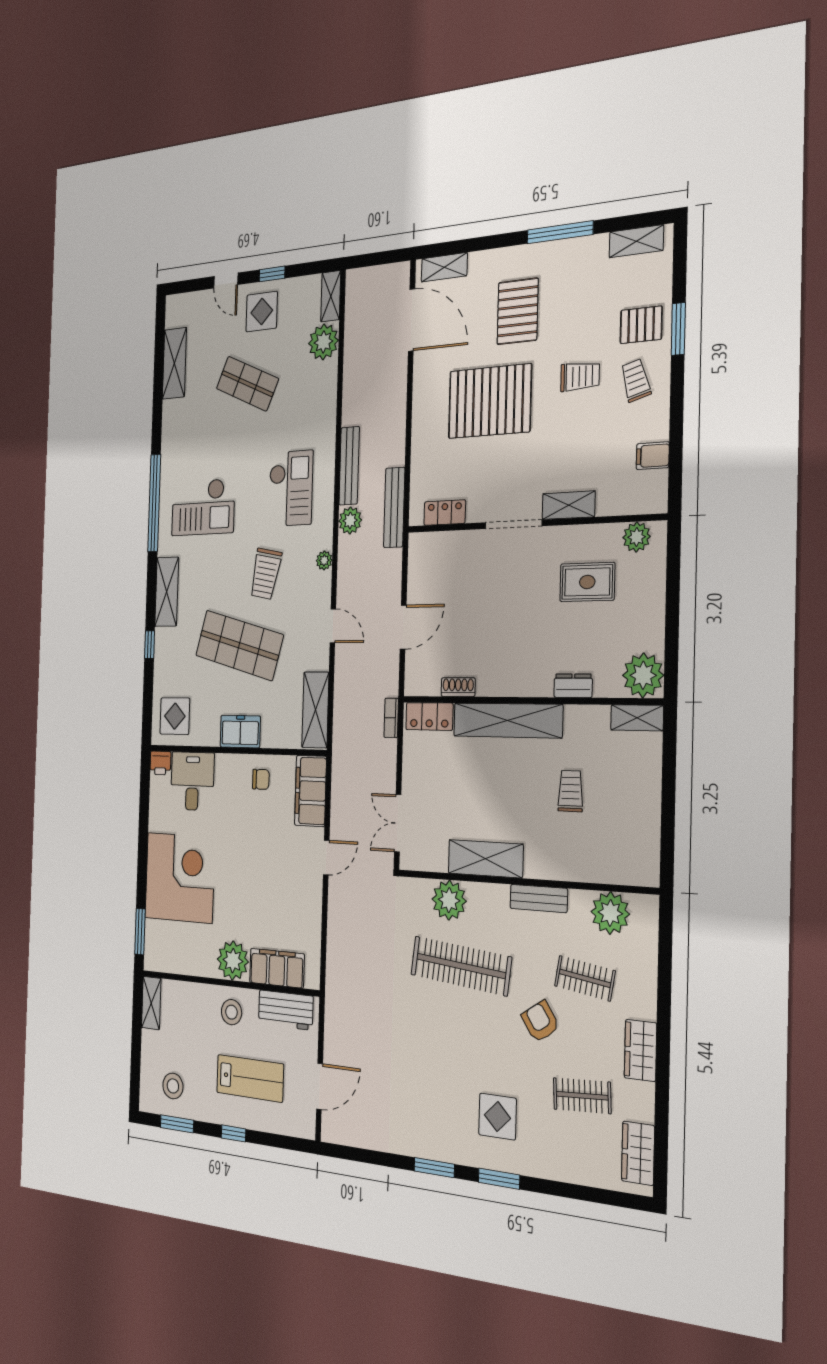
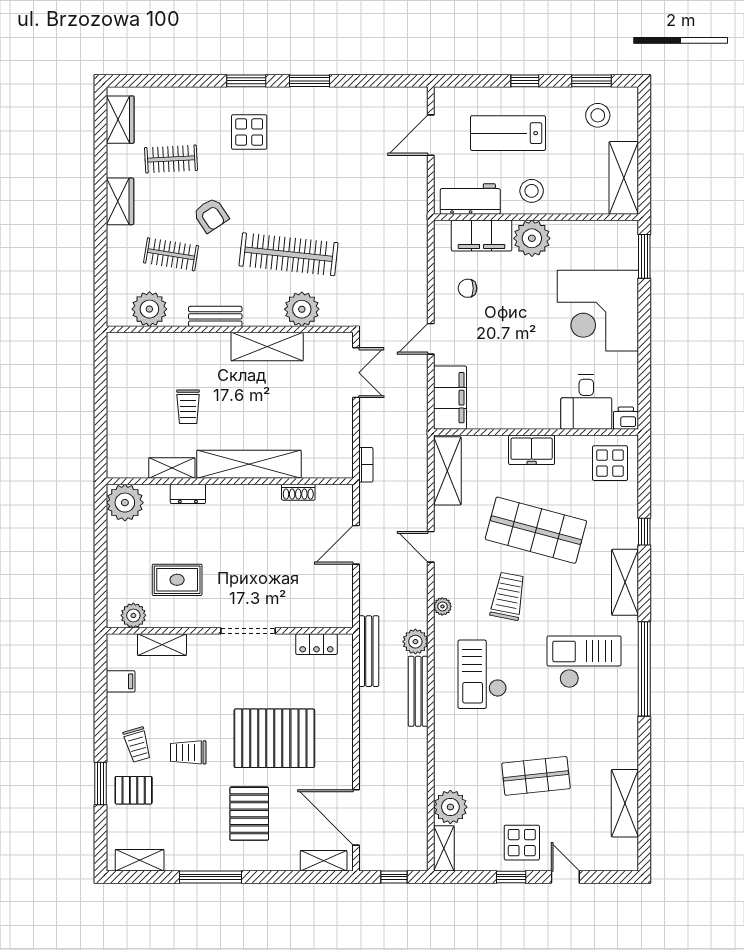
window: (377, 259) -> (394, 877), added
shop shelf: (247, 384) -> (536, 776), turned -30
shelving: (569, 505) -> (162, 645), moved
locker: (429, 716) -> (327, 467), removed
shelving: (637, 718) -> (172, 468), moved
chair: (261, 779) -> (467, 288), moved
shelving: (151, 1003) -> (624, 178), width x1.50, depth x1.33

